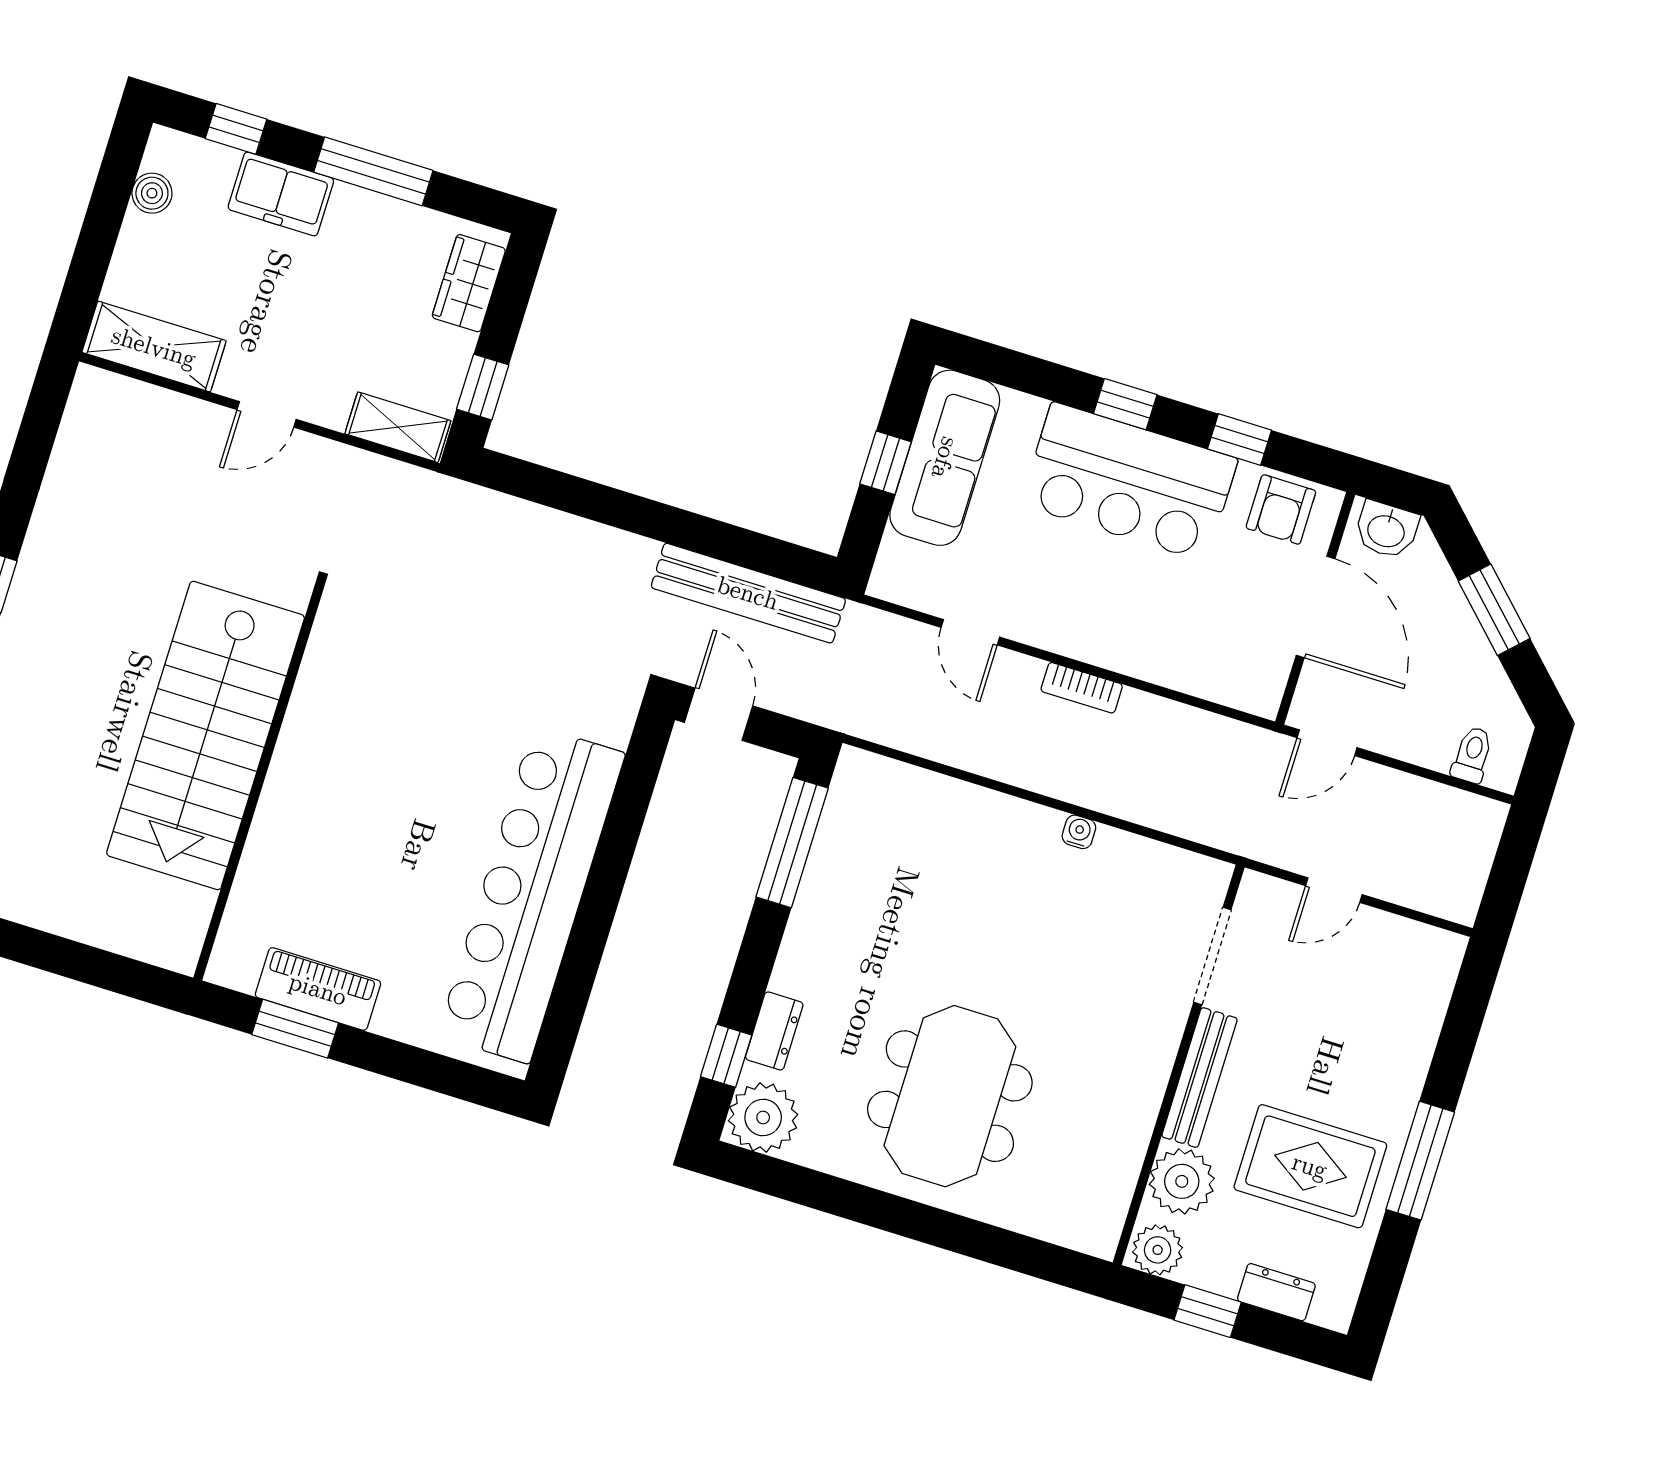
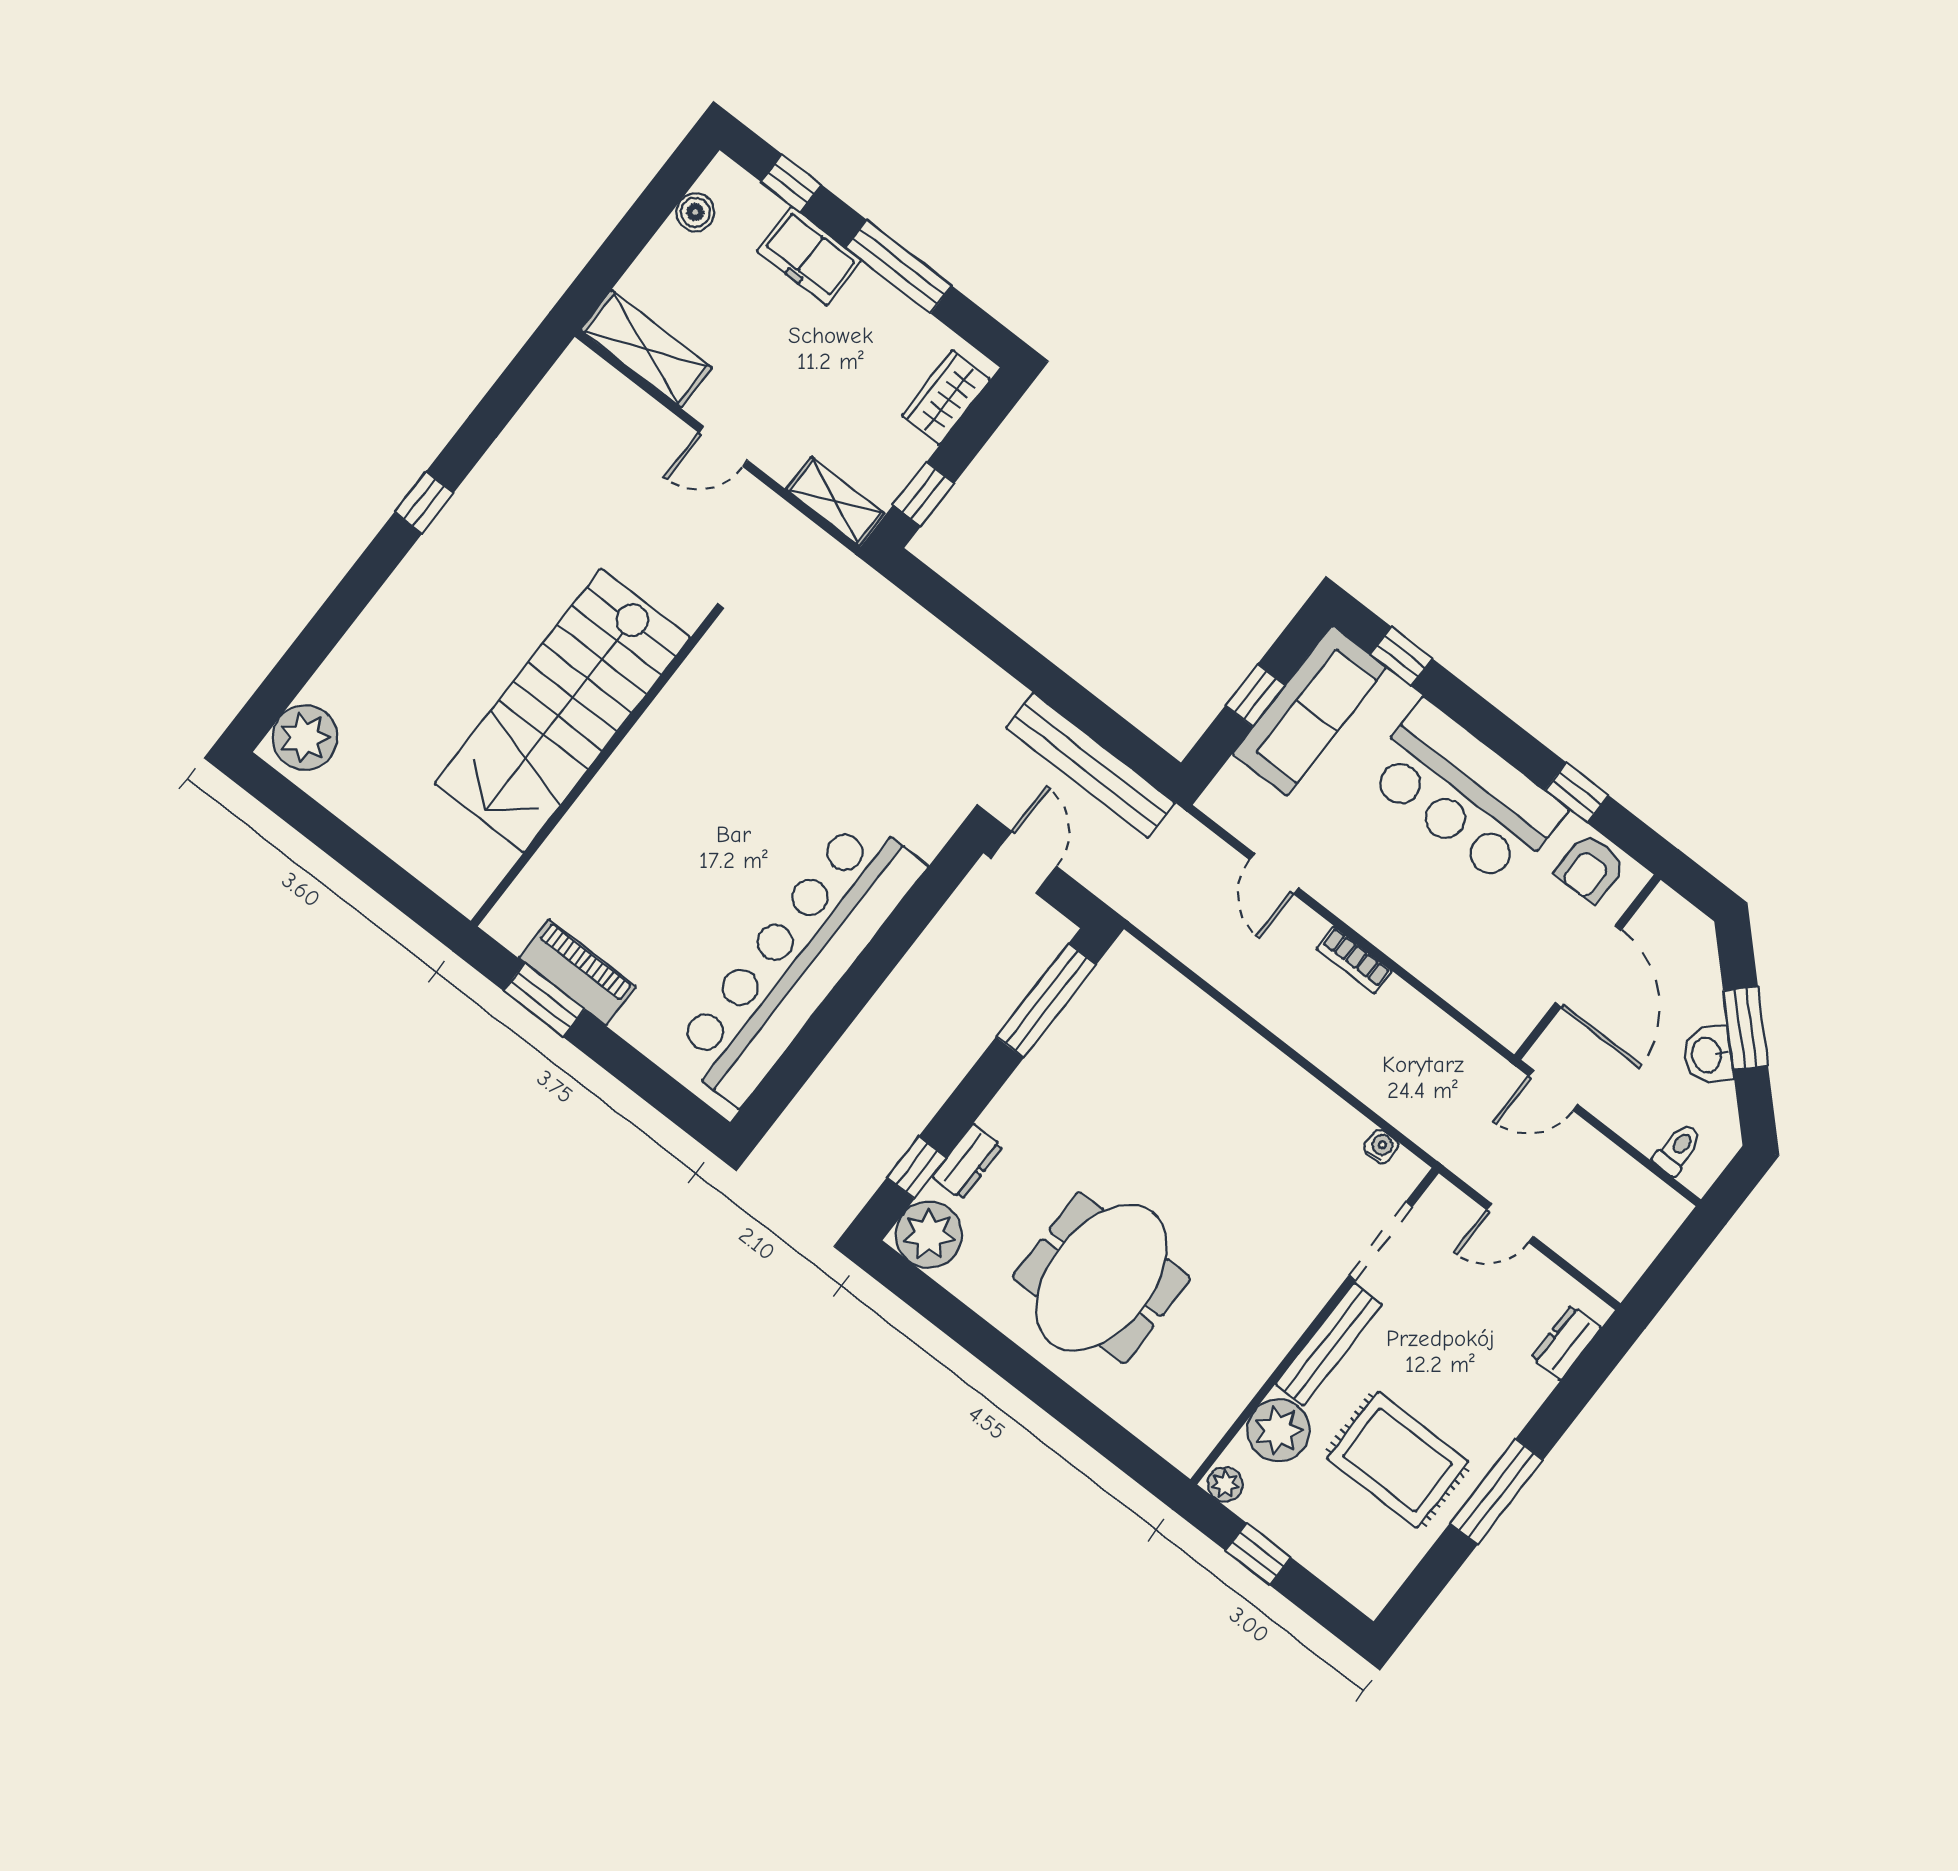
window: (1125, 404) -> (1401, 657), moved
washbasin: (1386, 530) -> (1708, 1055), moved, turned 45
water cooler: (1079, 832) -> (1381, 1147), moved
plant: (1158, 1250) -> (1225, 1484), width x0.73, depth x0.73
dresser: (1276, 1292) -> (1566, 1343), moved, turned -90

